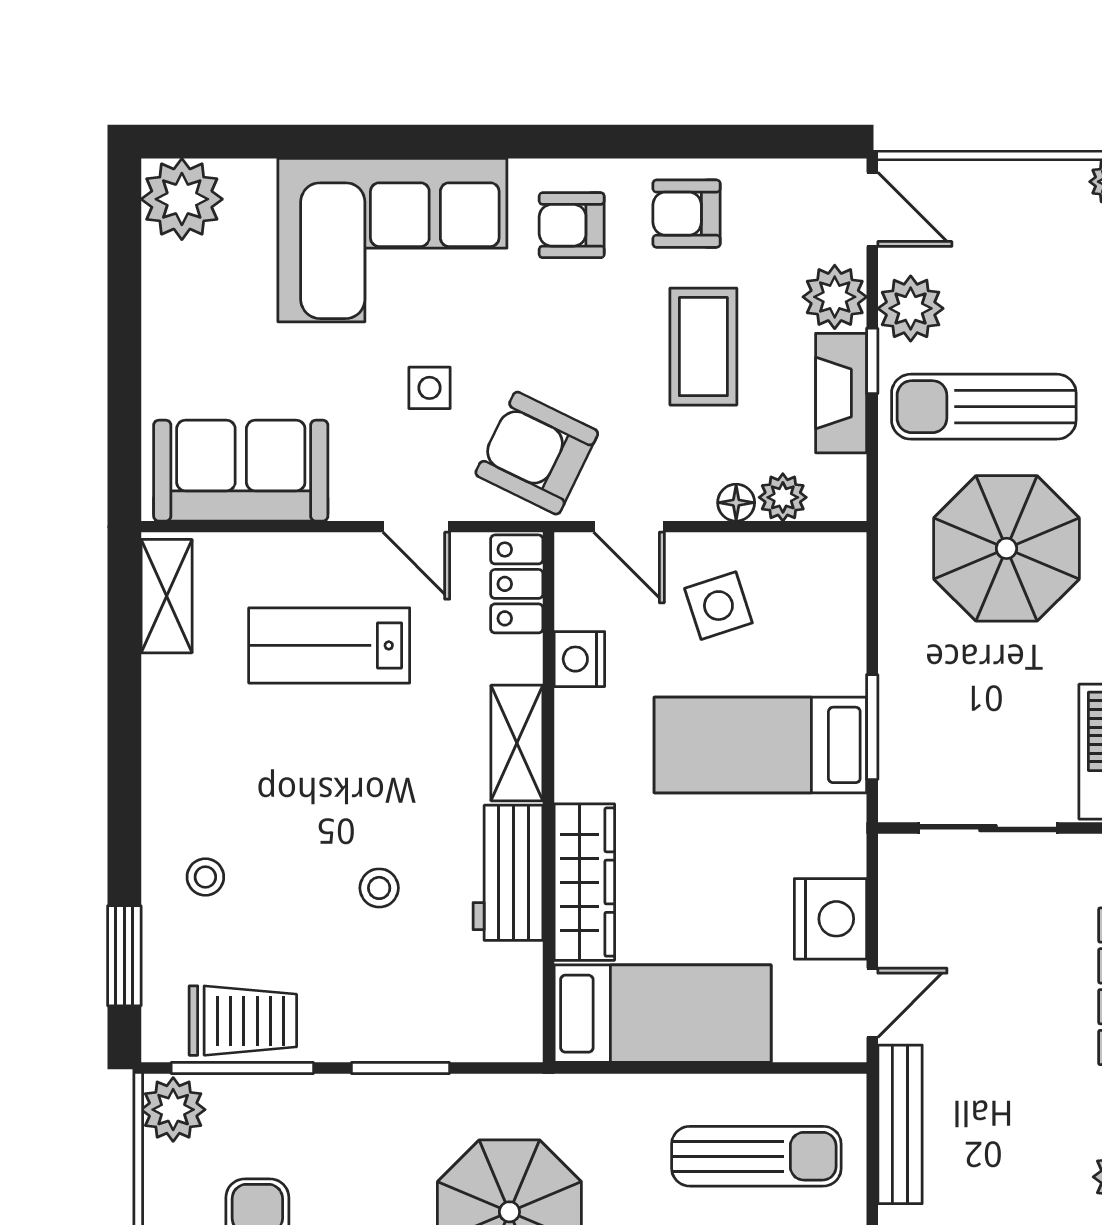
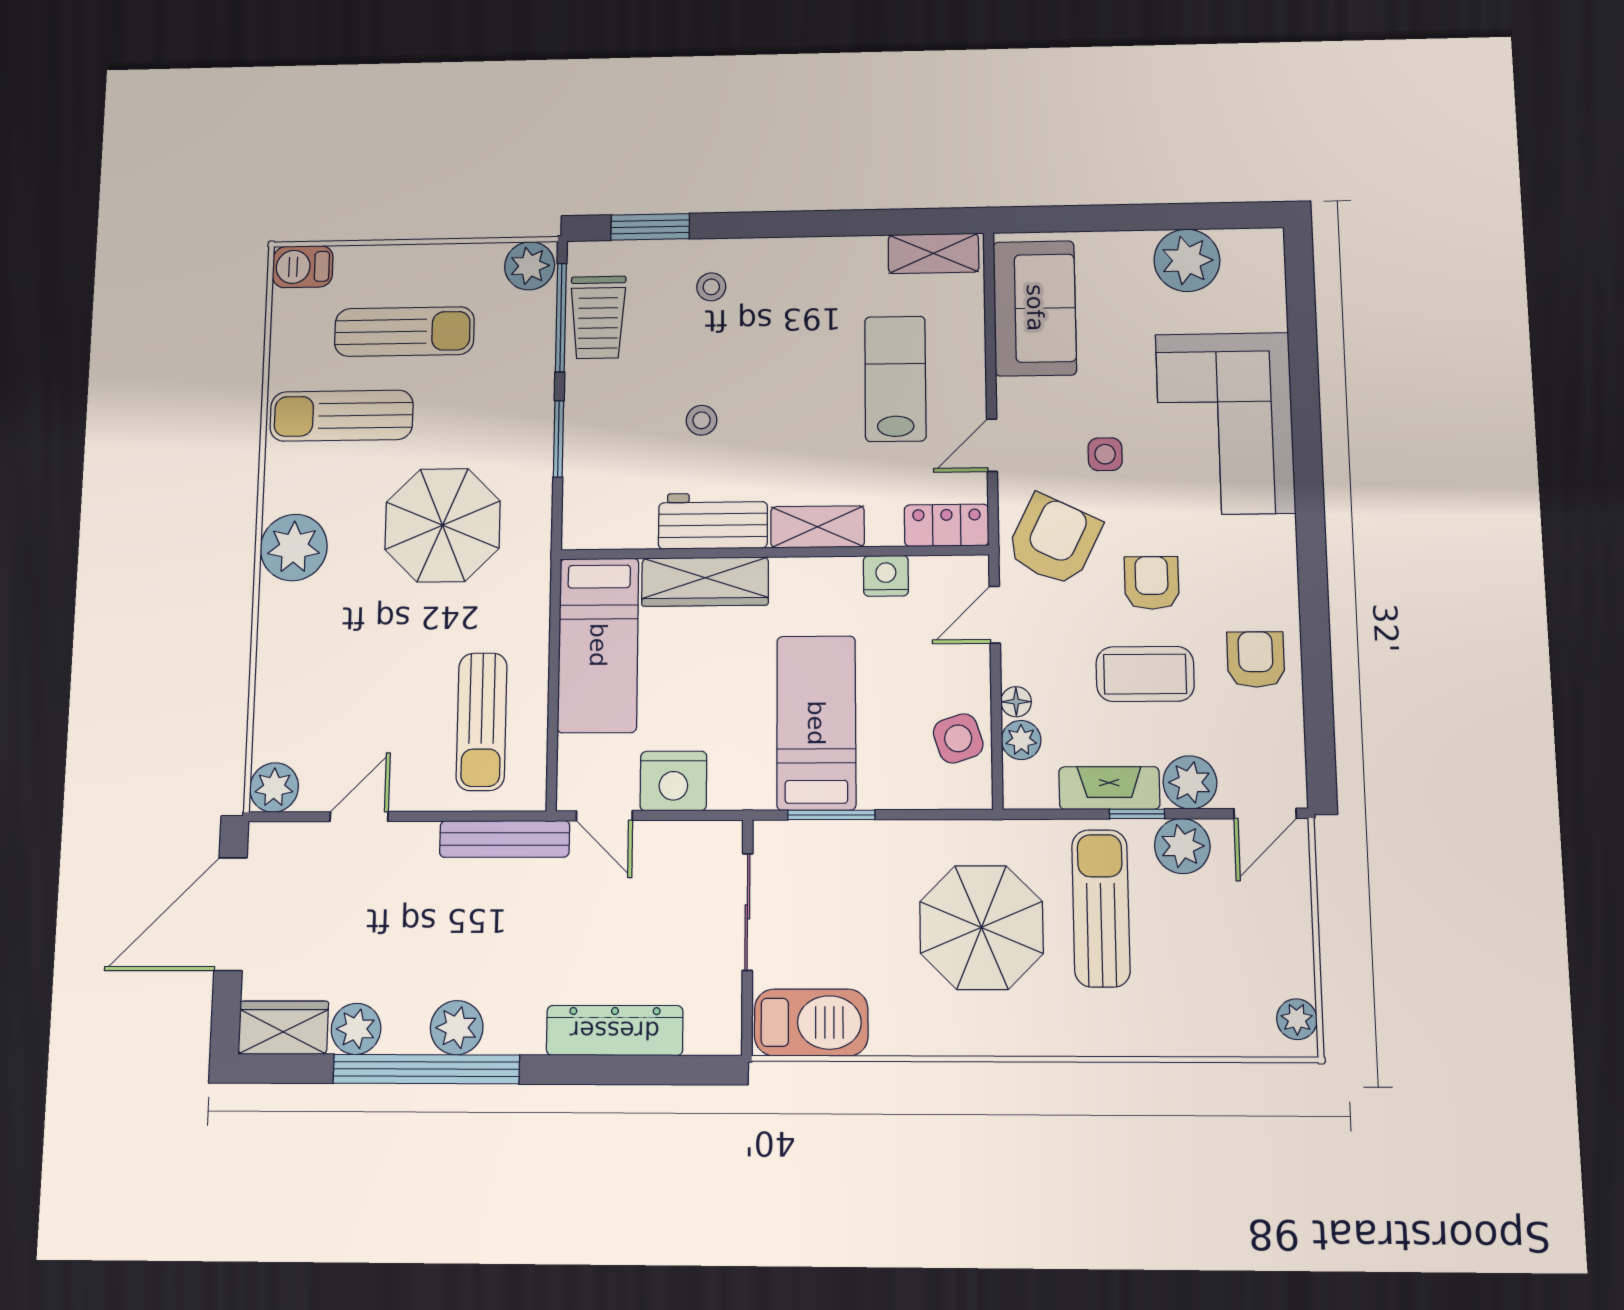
plant: (182, 199) -> (1187, 260), moved
armchair: (572, 225) -> (1152, 583), moved
side table: (718, 606) -> (958, 738), moved

